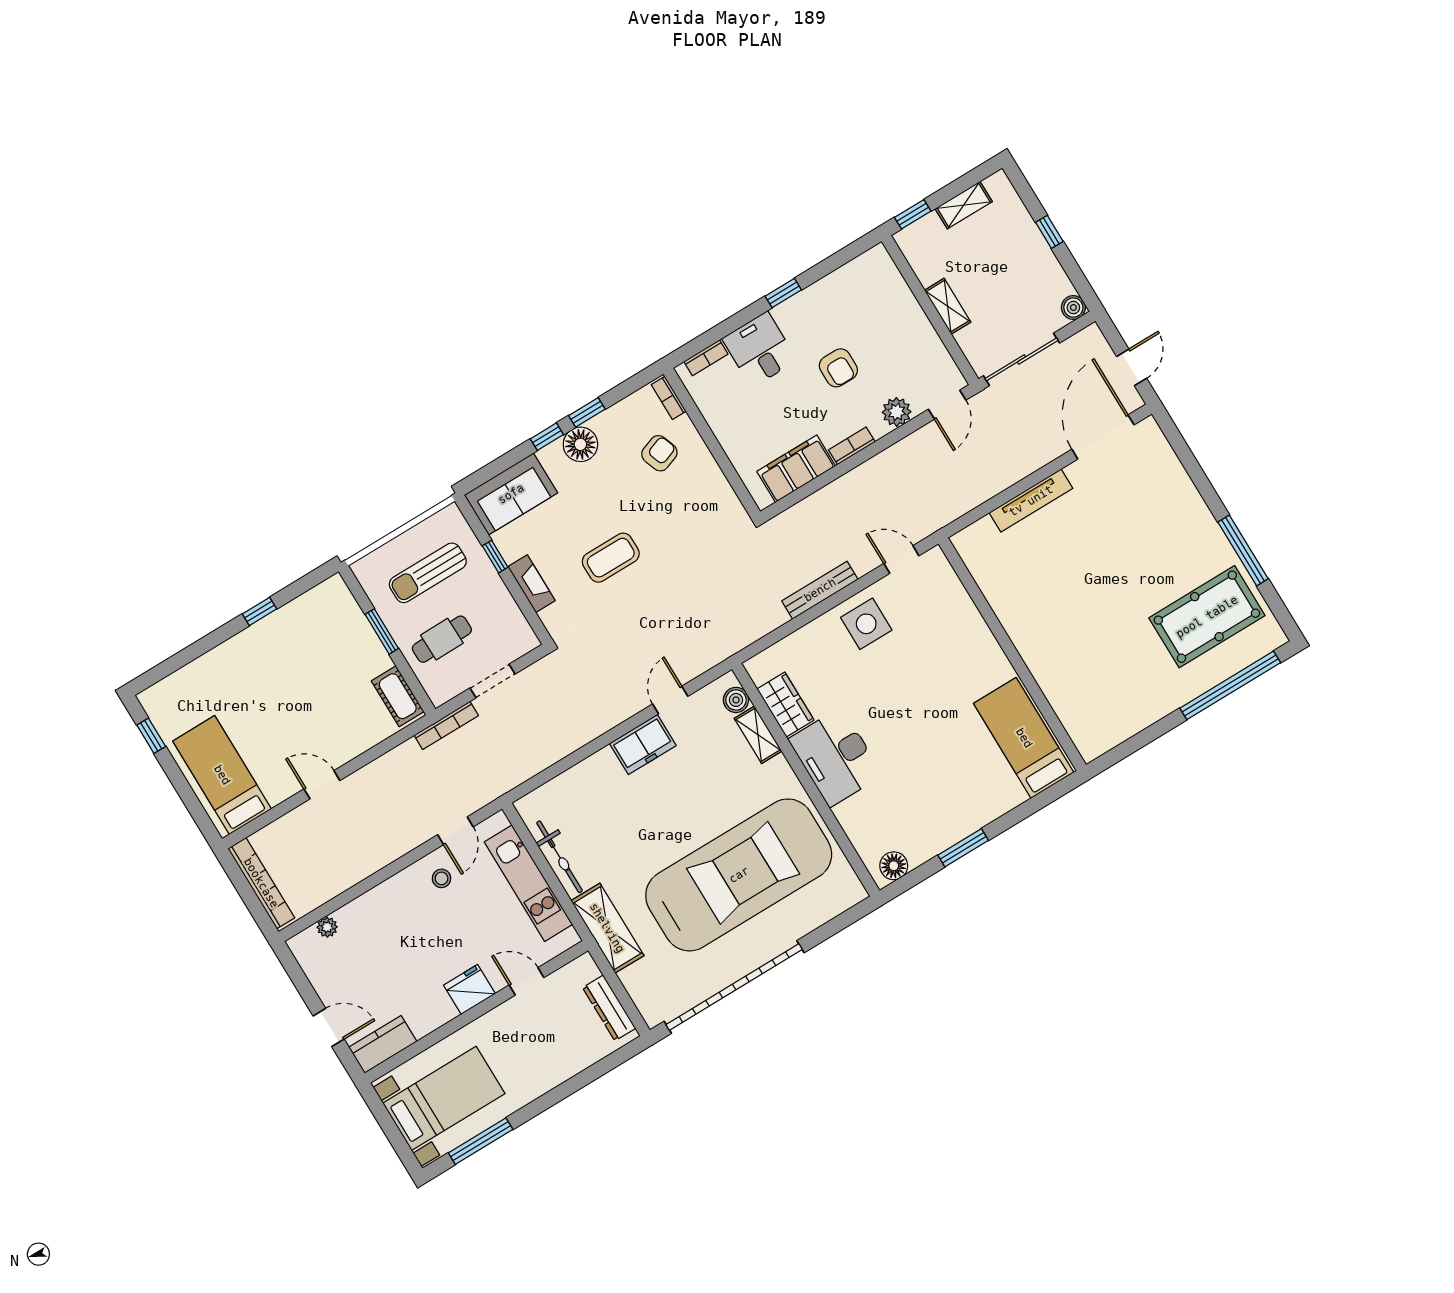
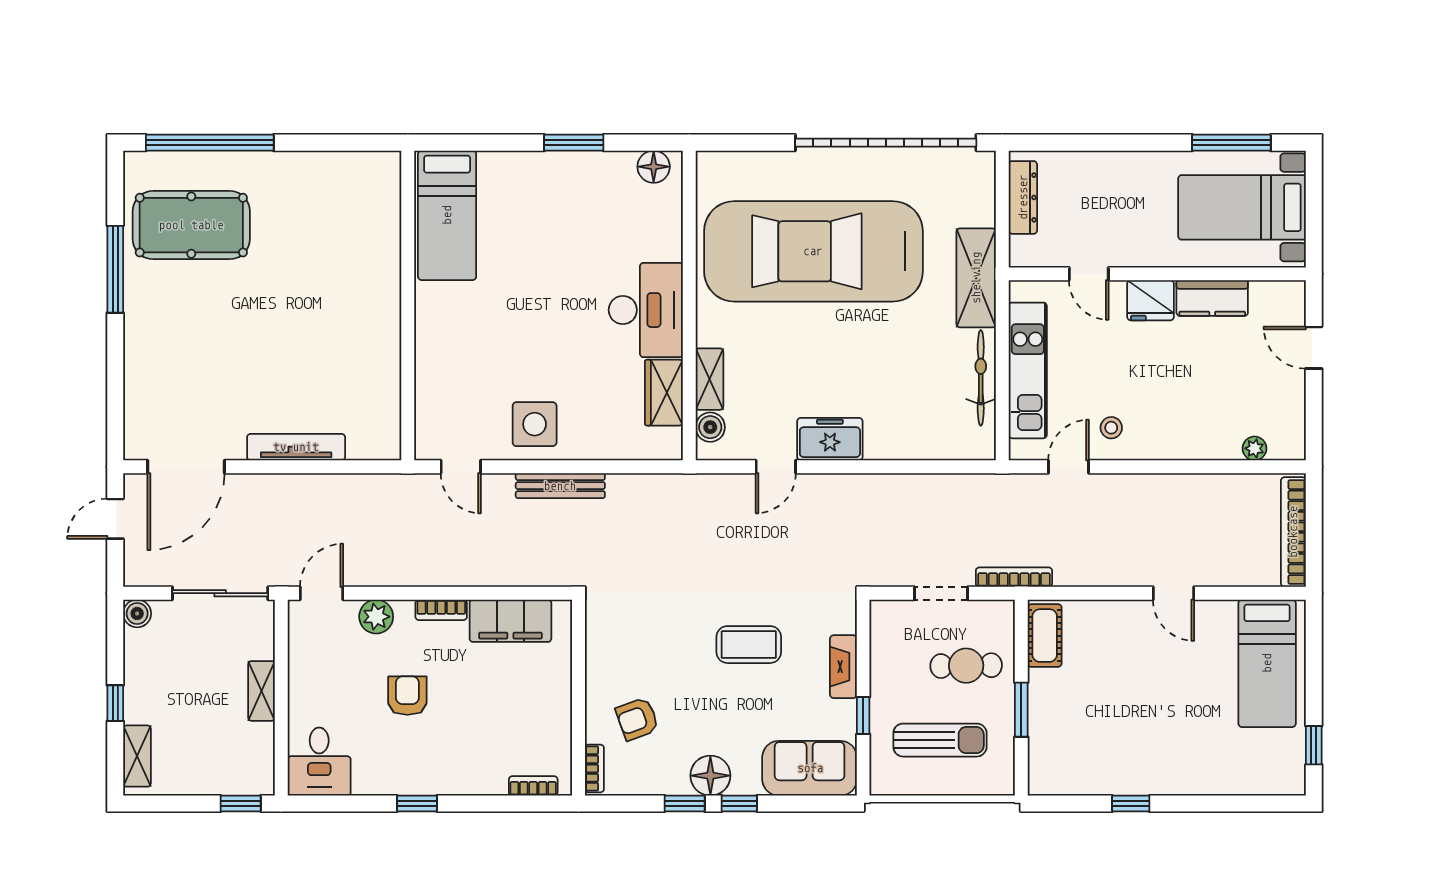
shelving: (964, 205) -> (137, 756), moved, turned 90
desk: (760, 349) -> (319, 762), moved
kitchen counter: (383, 1044) -> (1212, 298), moved

